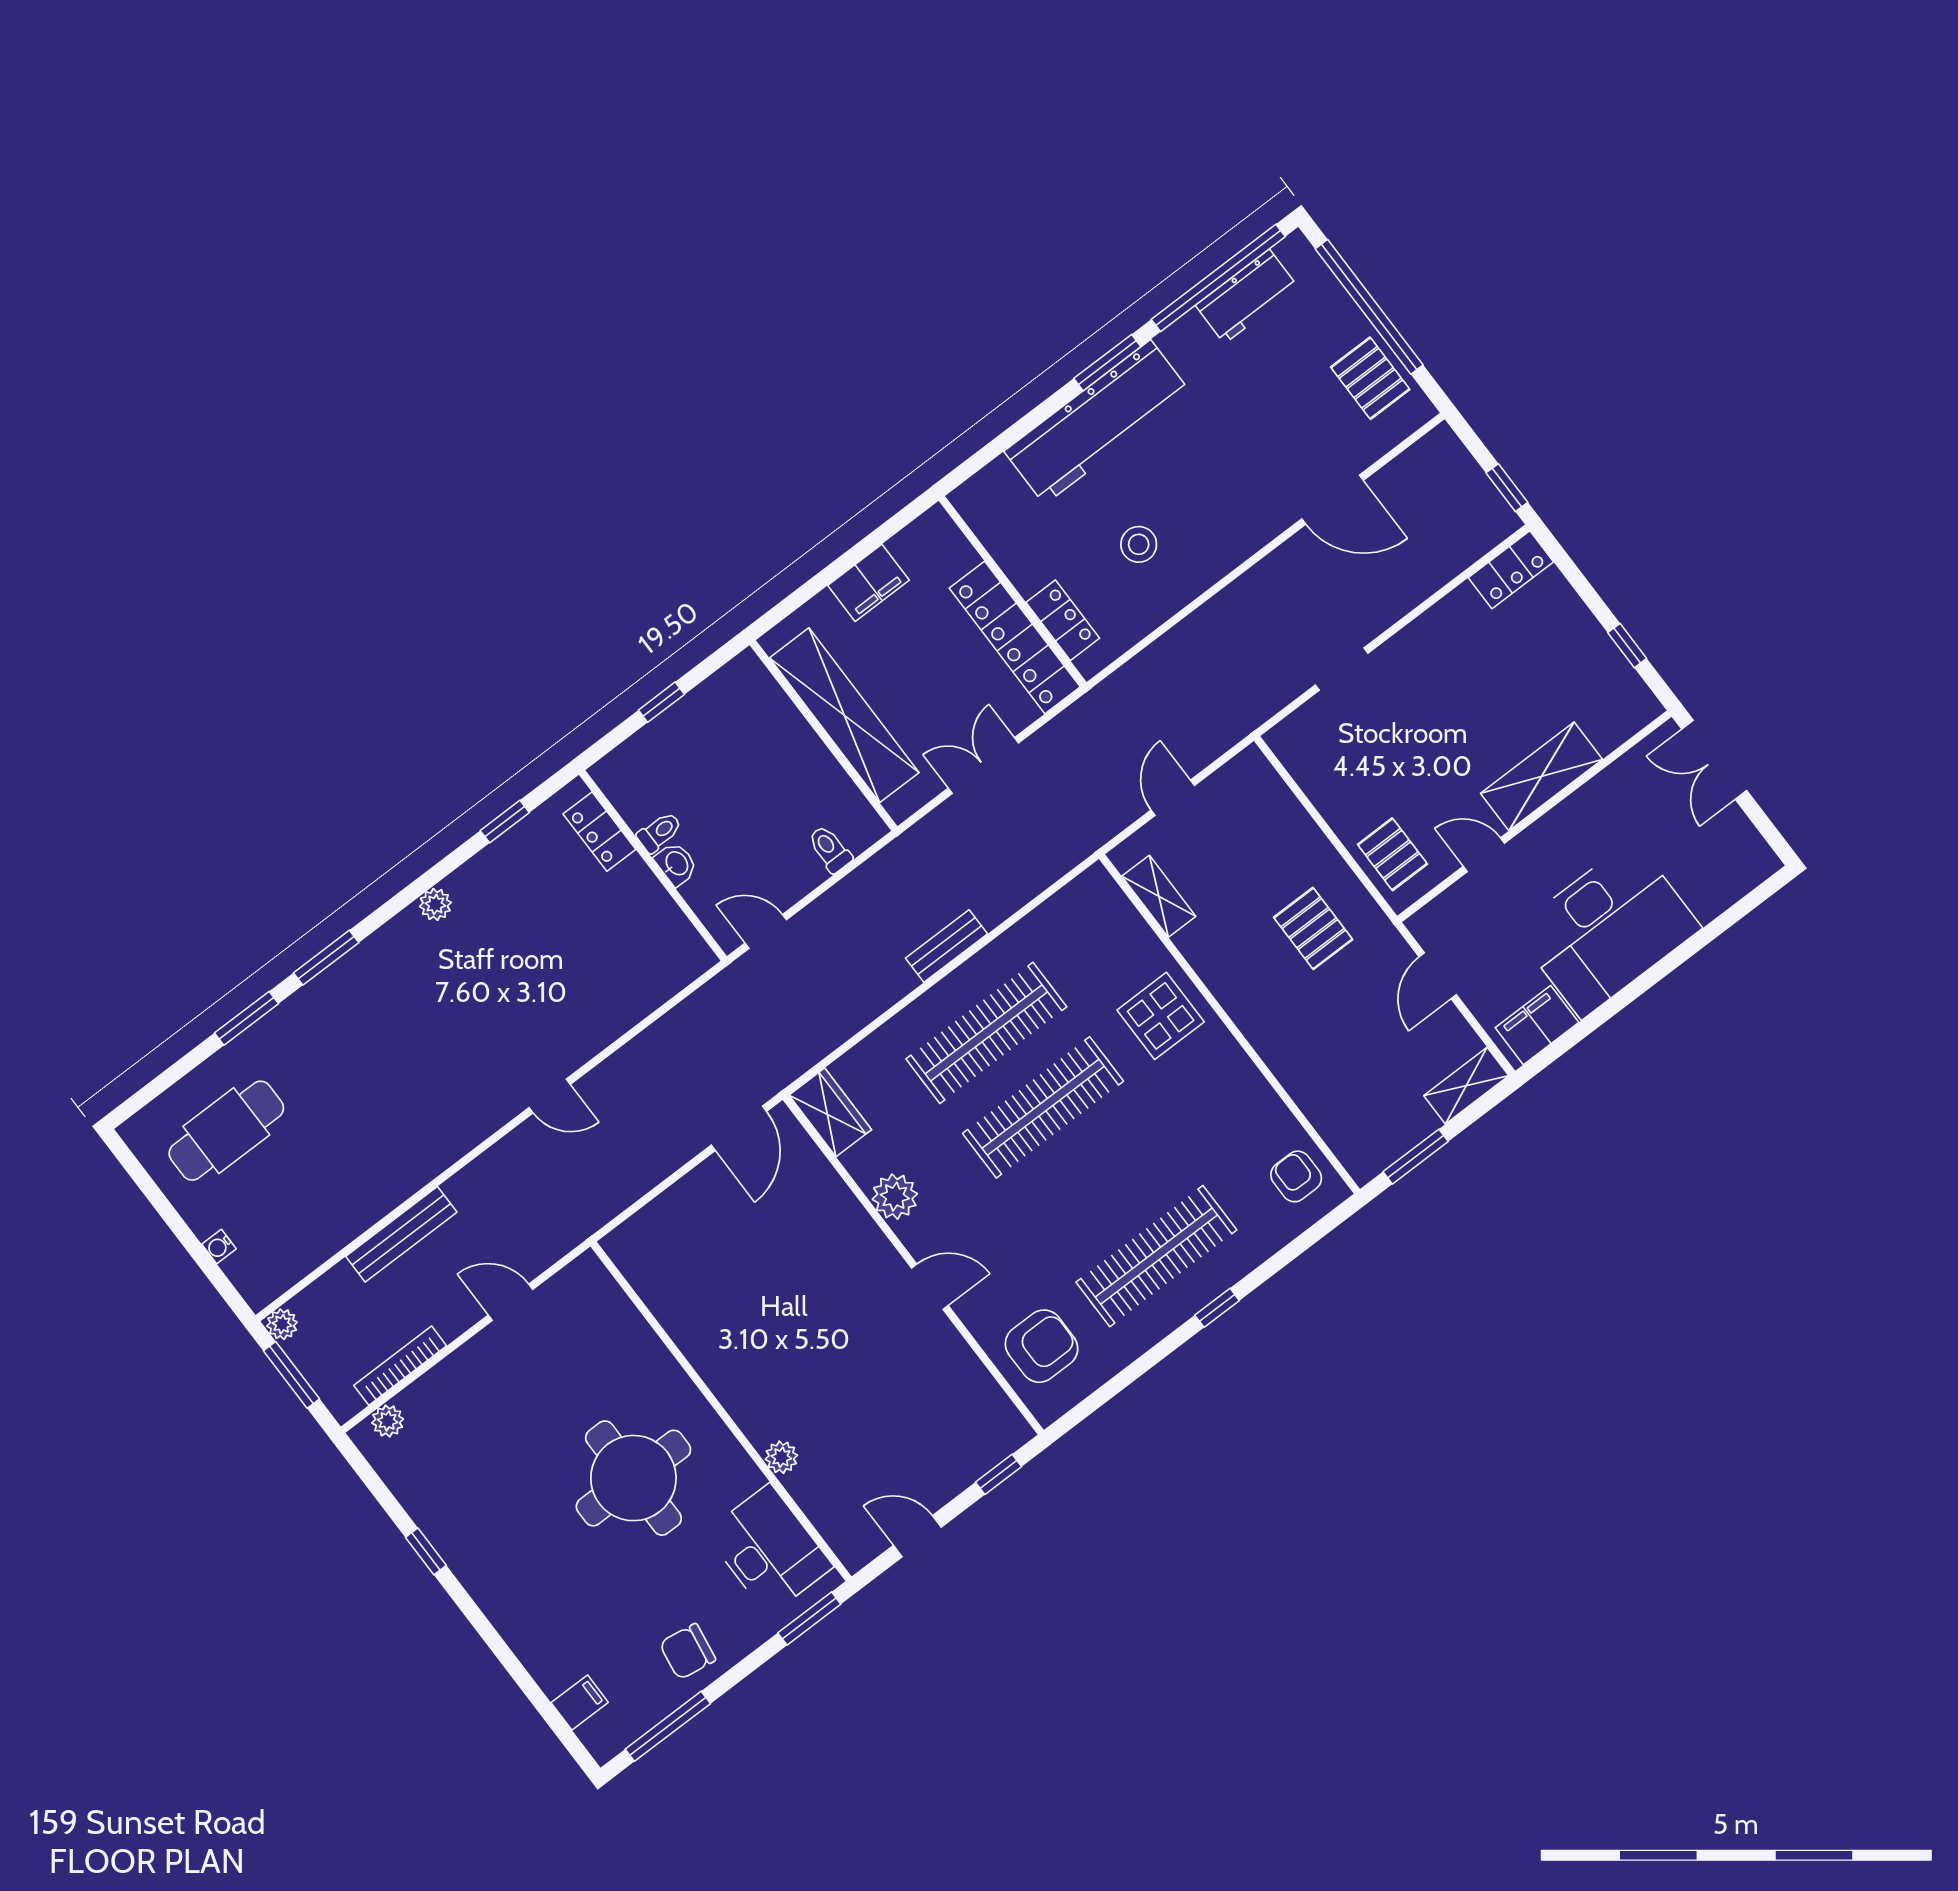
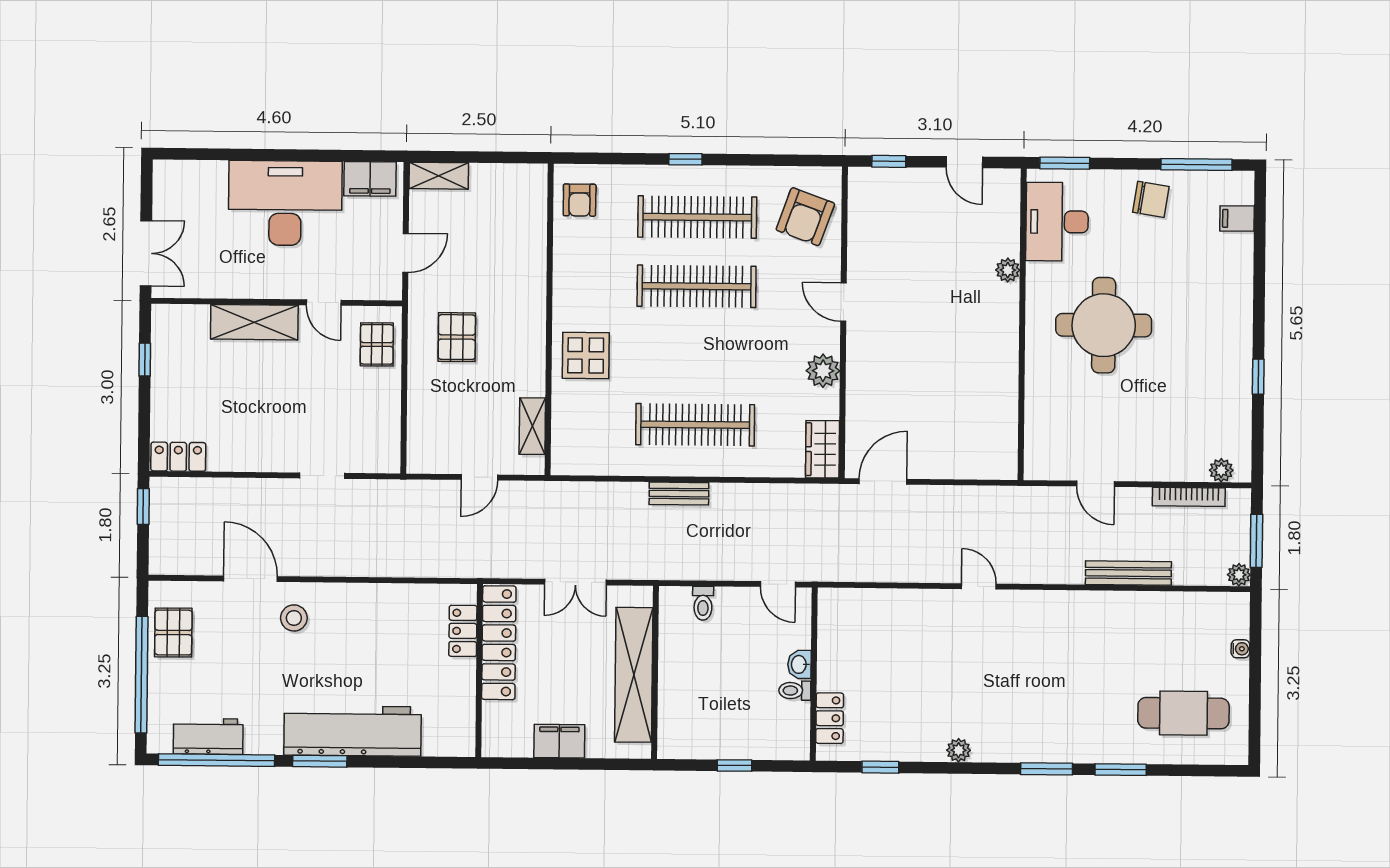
stool: (1139, 544) -> (294, 618), moved
clothes rail: (1043, 1107) -> (697, 286), moved
window: (1416, 1157) -> (501, 157), removed
armchair: (1042, 1346) -> (805, 217), turned -70

